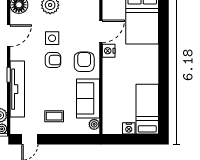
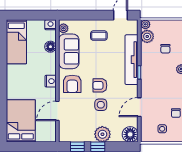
nightstand: (109, 51) -> (51, 81), moved
floor lamp: (109, 104) -> (50, 47), added
nightstand: (129, 128) -> (50, 25), moved

